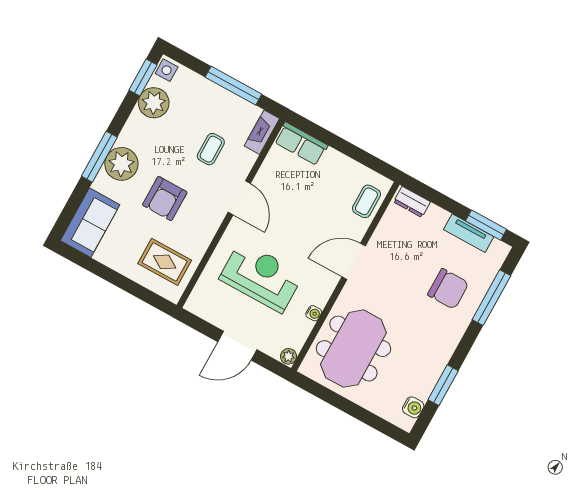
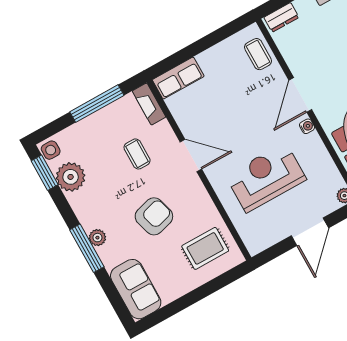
plant: (121, 164) -> (97, 238), width x0.53, depth x0.53
armchair: (165, 199) -> (154, 216), turned -106
water cooler: (314, 313) -> (307, 126), moved

